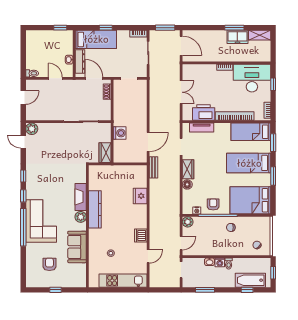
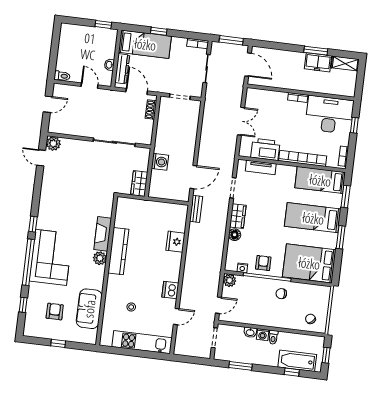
window: (23, 176) -> (23, 305), moved
sofa: (77, 247) -> (89, 309), moved

